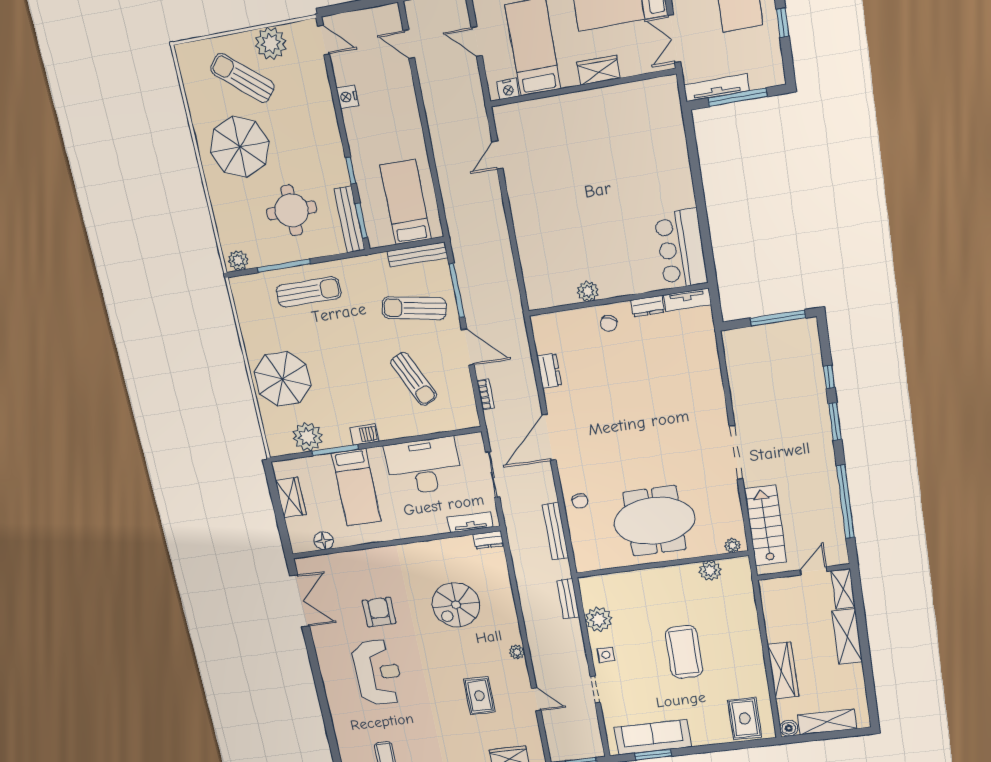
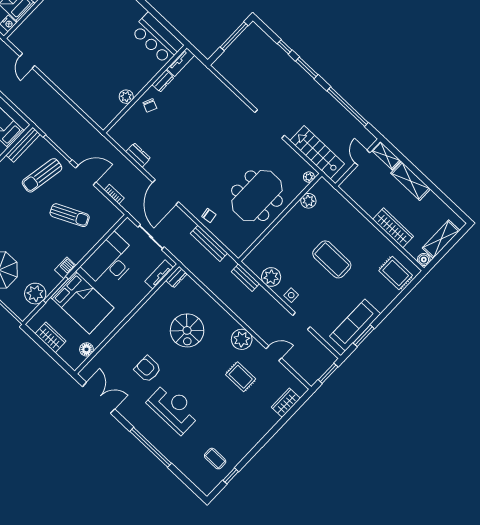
bed: (356, 487) -> (82, 303), width x1.50
plant: (517, 652) -> (242, 339), width x1.87, depth x1.87
window: (321, 693) -> (151, 447), added

